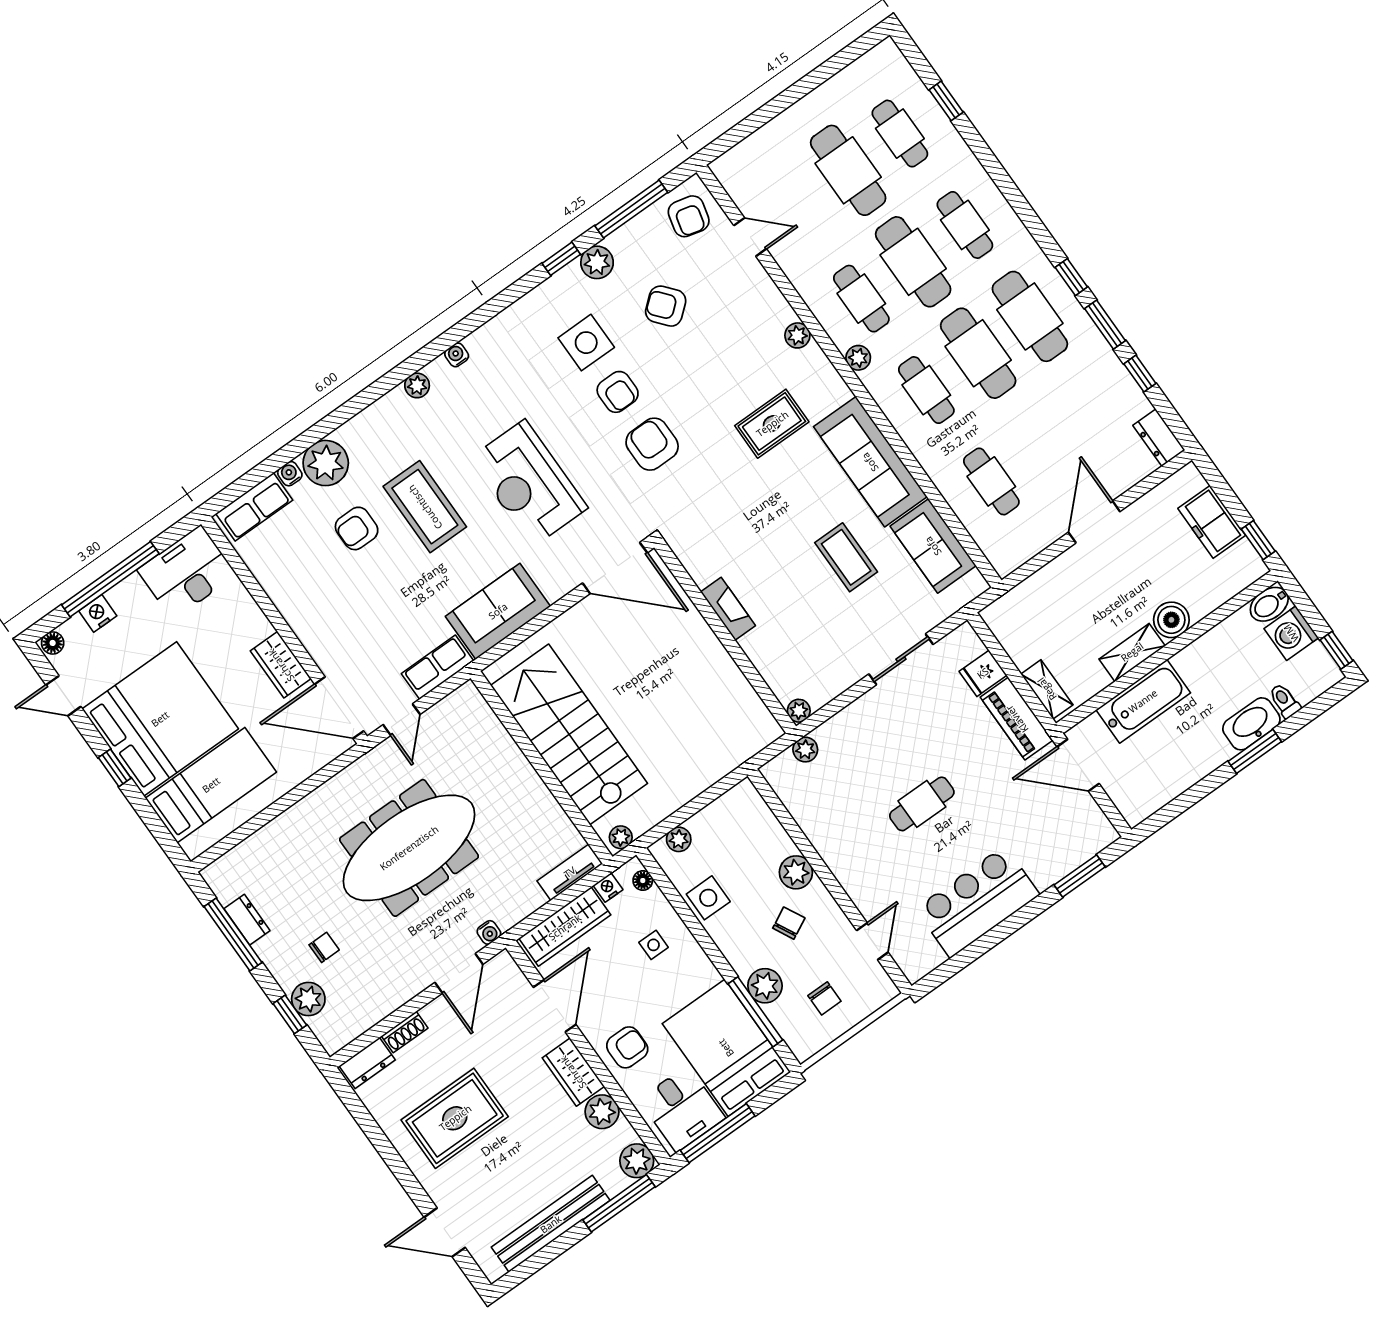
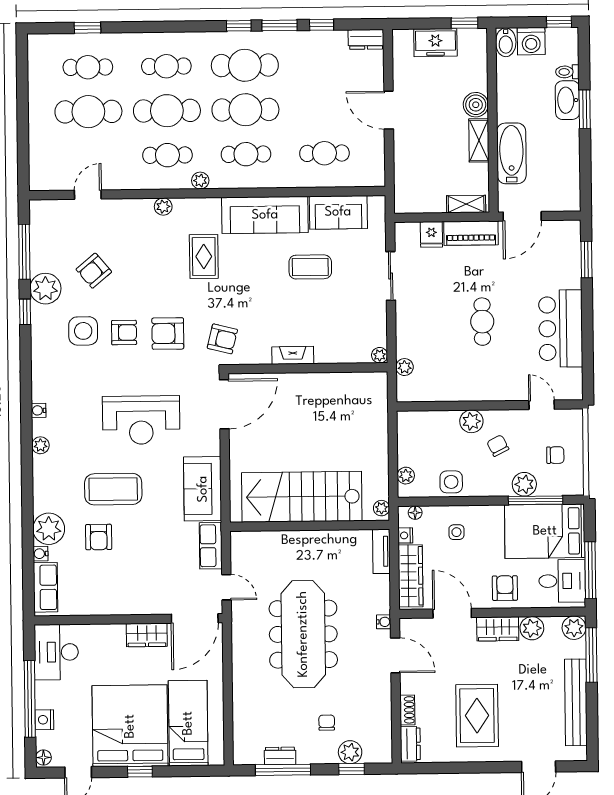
armchair: (689, 216) -> (222, 339), moved
plant: (597, 262) -> (45, 289), width x1.36, depth x1.36

